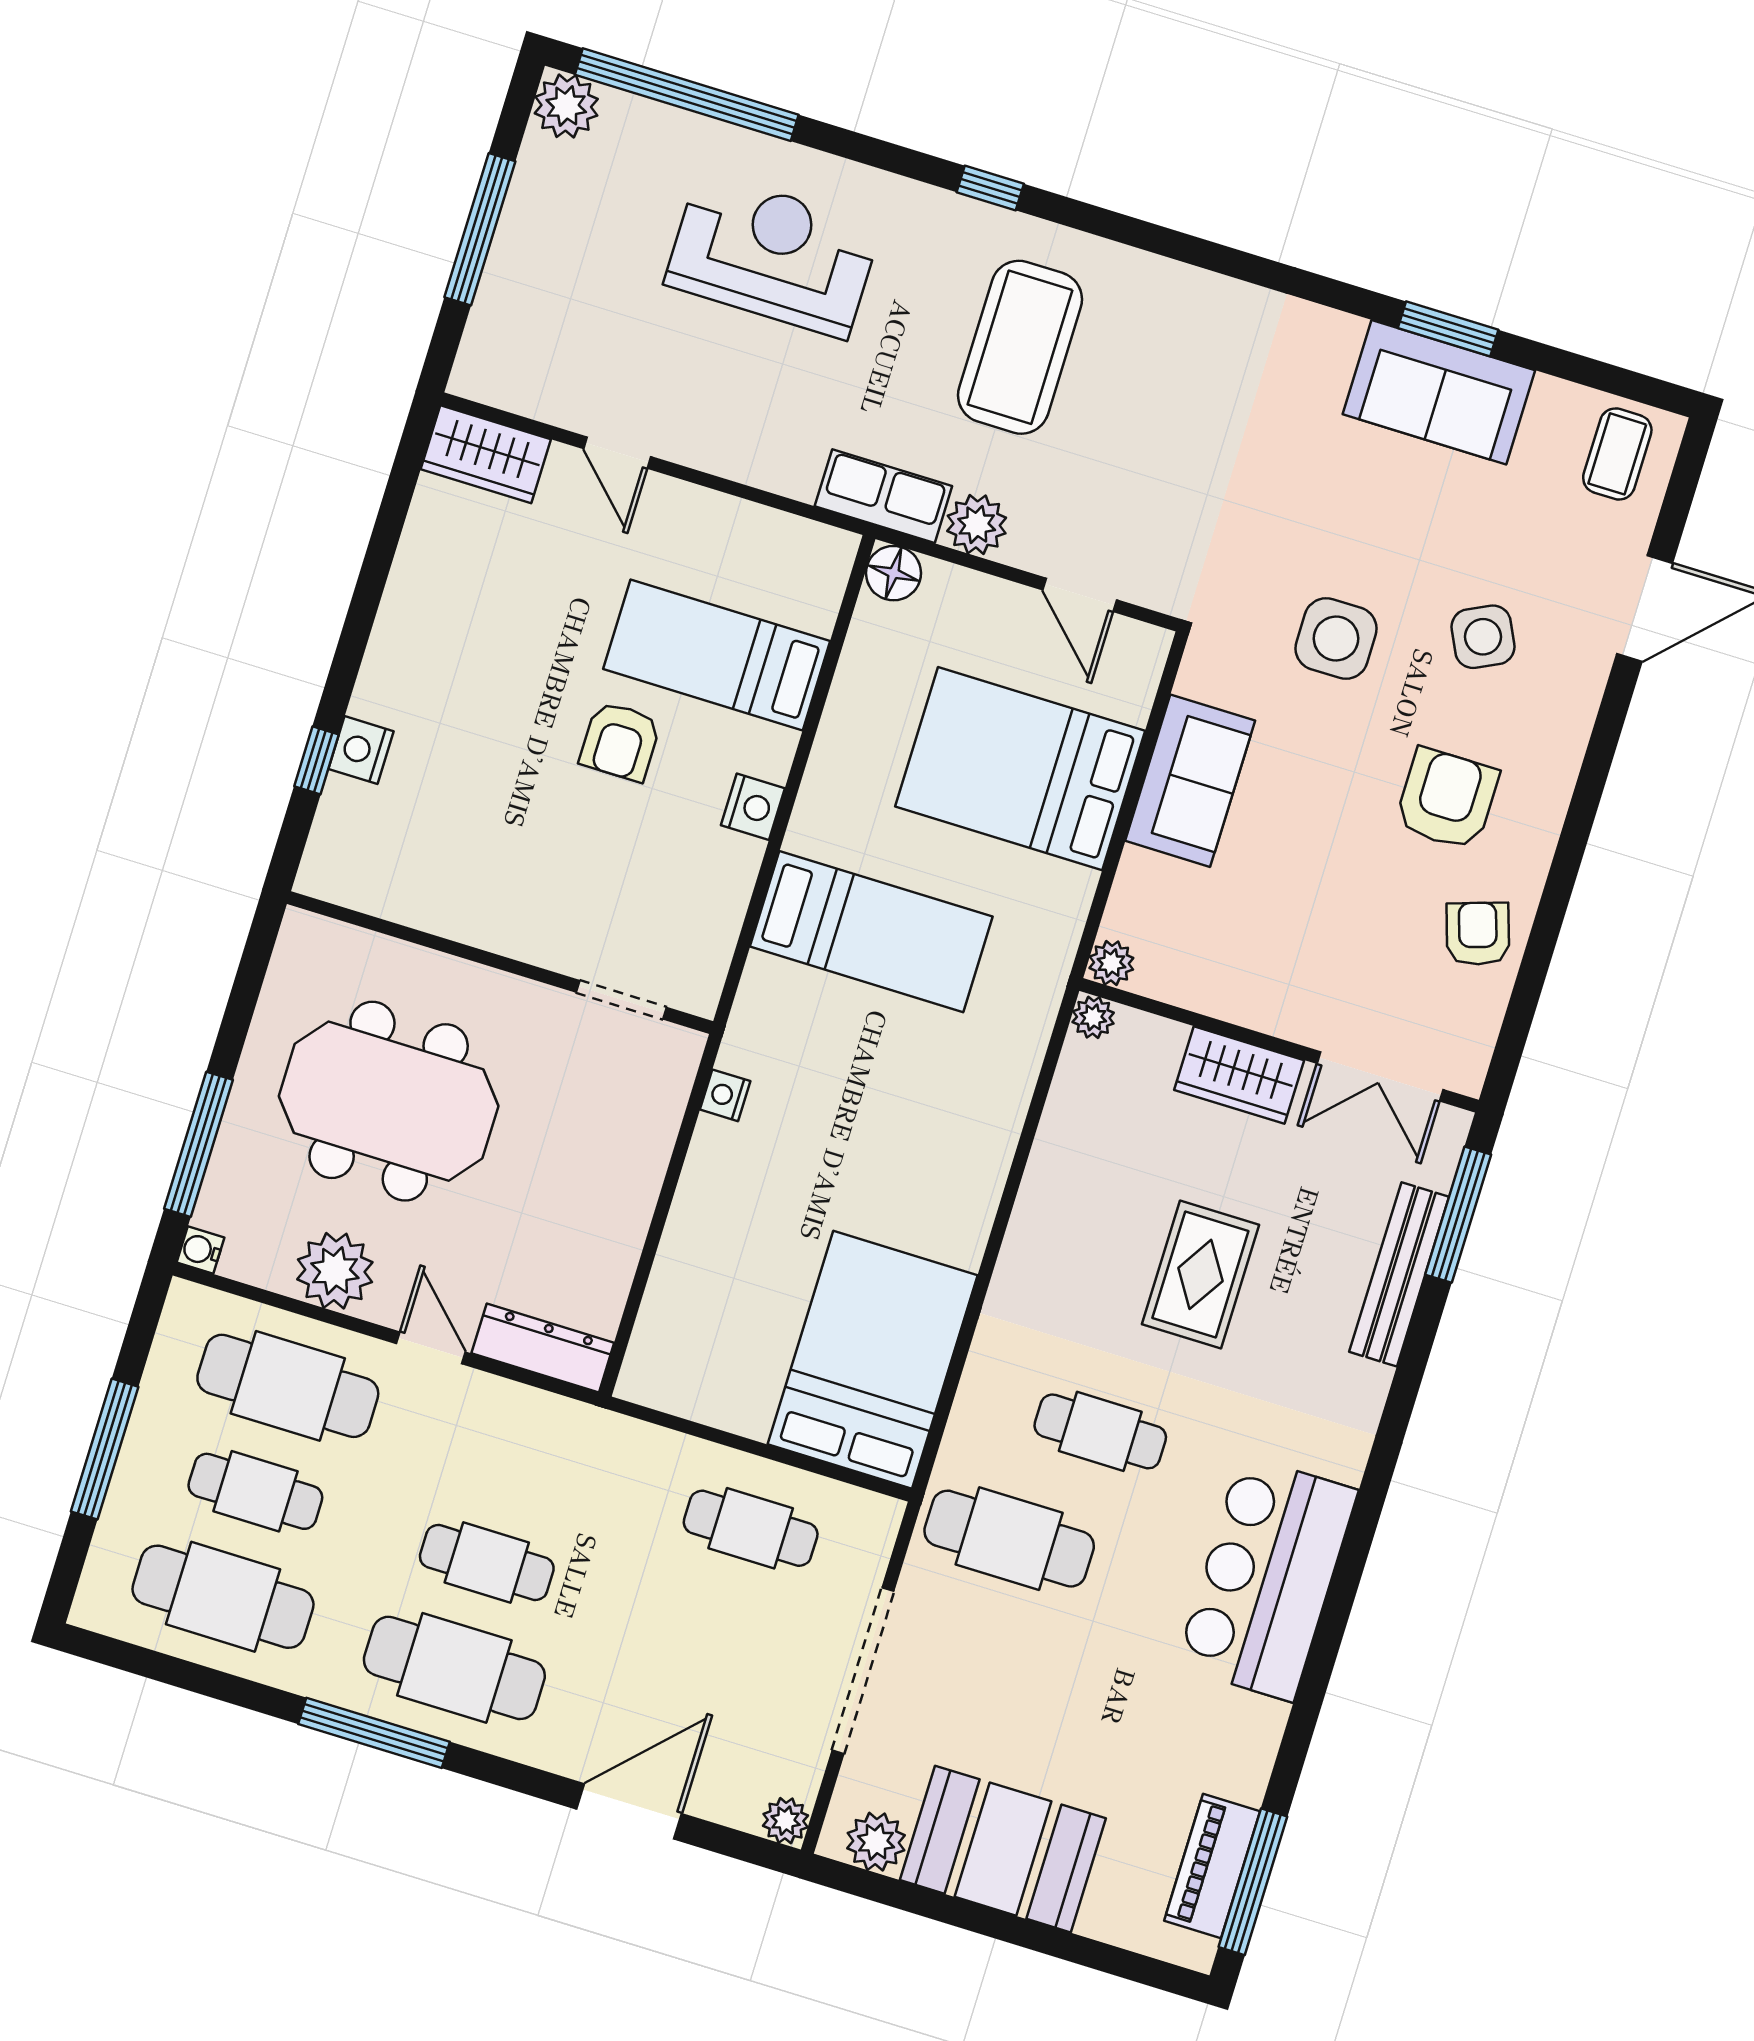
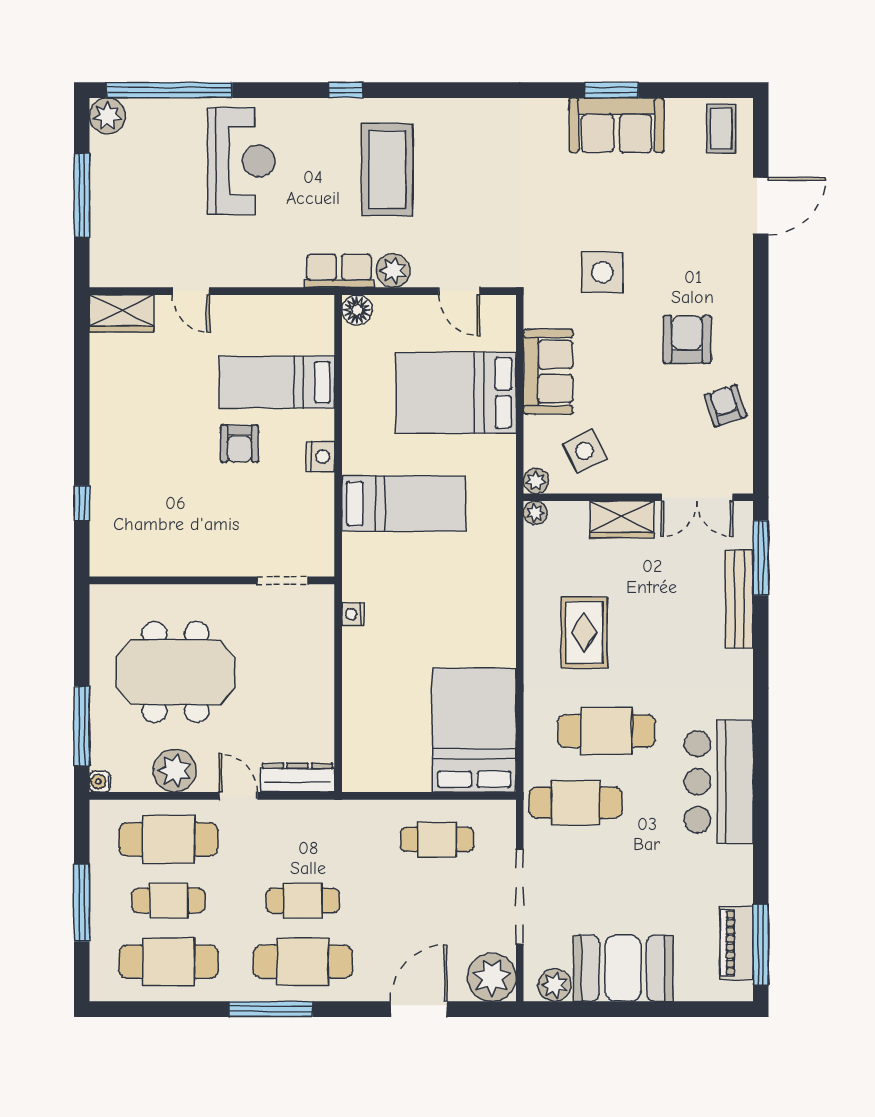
reception desk: (773, 255) -> (241, 161), turned 90
side table: (1483, 637) -> (585, 451), moved
nightstand: (361, 750) -> (104, 490), removed
rug: (1200, 1274) -> (584, 633), moved
cafe table: (1100, 1431) -> (606, 731), width x1.37, depth x1.35
plant: (786, 1821) -> (492, 977), width x1.88, depth x1.88

